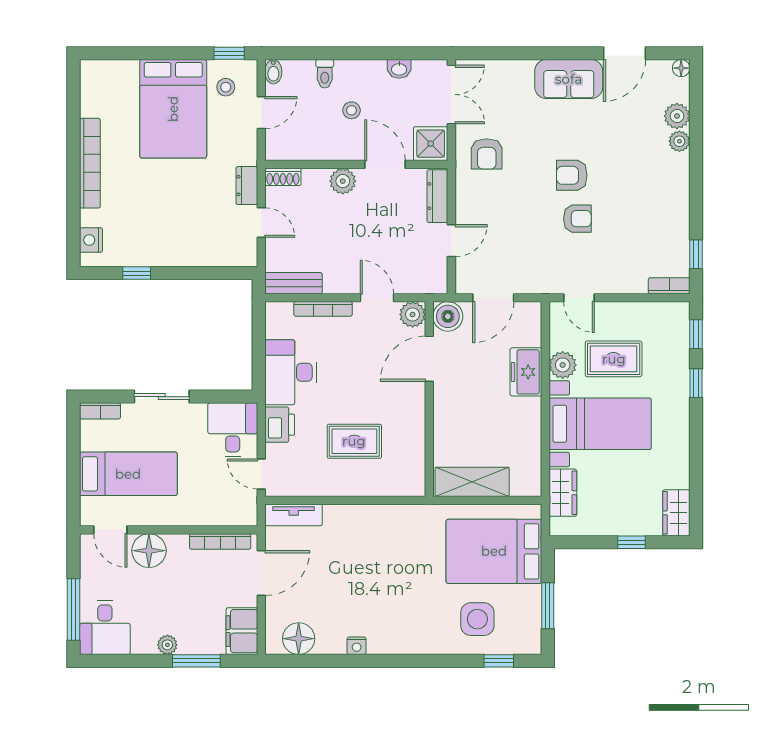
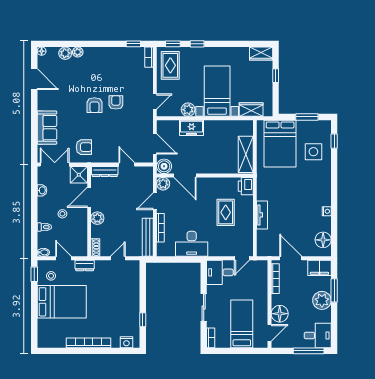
sofa: (569, 79) -> (47, 128), moved
dresser: (247, 186) -> (85, 265), moved
bench: (293, 283) -> (148, 237), width x1.36
rug: (614, 359) -> (170, 65), moved
printer: (280, 425) -> (246, 186), moved, turned -90
tv unit: (294, 515) -> (262, 215), moved
plant: (167, 645) -> (322, 300), width x1.88, depth x1.88

